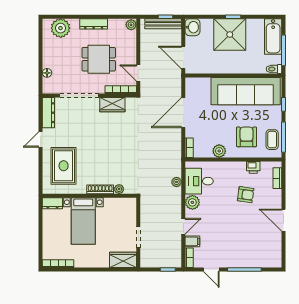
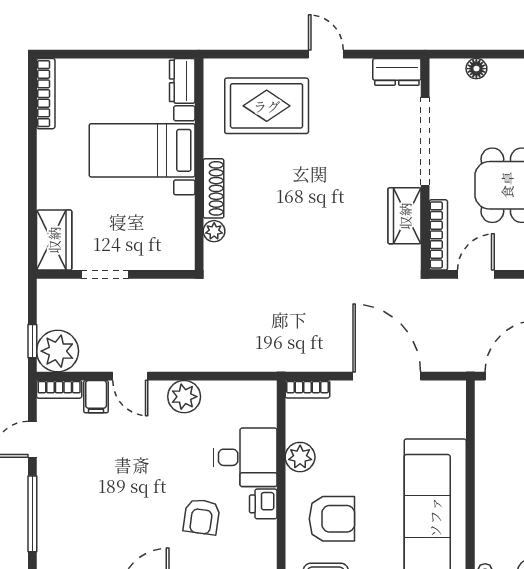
dresser: (48, 113) -> (397, 72), width x0.70
printer: (253, 167) -> (263, 504), moved
desk: (199, 181) -> (245, 457), moved, turned 90
plant: (177, 182) -> (58, 351), moved, width x1.88, depth x1.88

